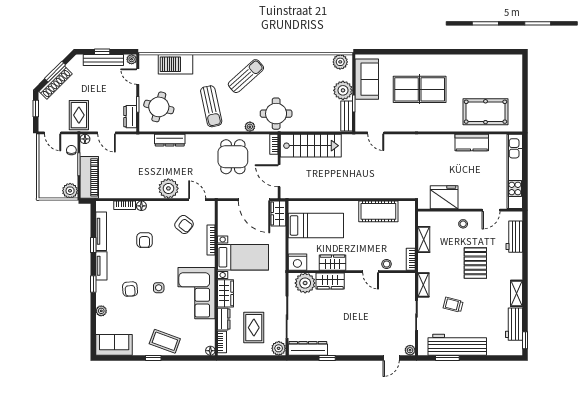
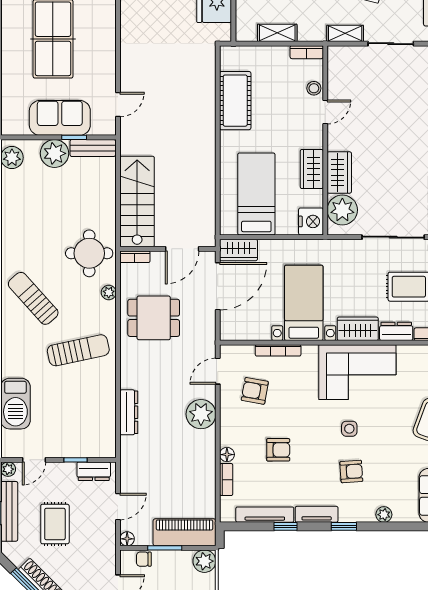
sofa: (367, 79) -> (60, 118), moved
round table: (159, 107) -> (79, 428), removed
rug: (79, 115) -> (55, 524), moved, turned 90
armchair: (184, 224) -> (255, 391), turned -118

